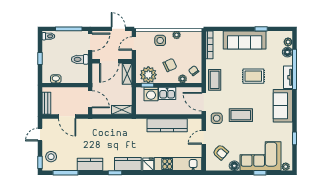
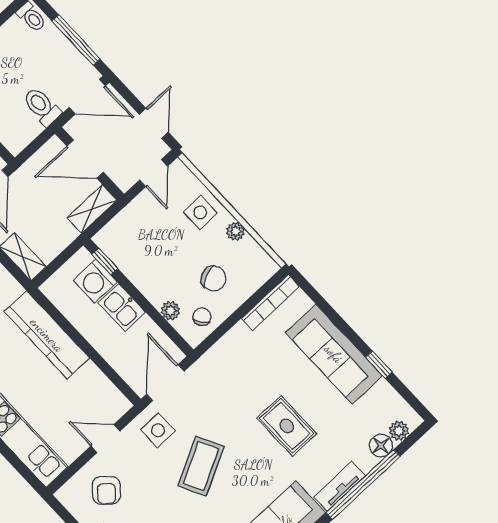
door: (134, 44) -> (154, 173), swing flipped
chair: (170, 65) -> (214, 278), moved
plant: (148, 75) -> (124, 246), removed
coffee table: (215, 80) -> (219, 367), removed
coffee table: (241, 115) -> (201, 466), turned 63
kitchen counter: (167, 125) -> (47, 335), moved

